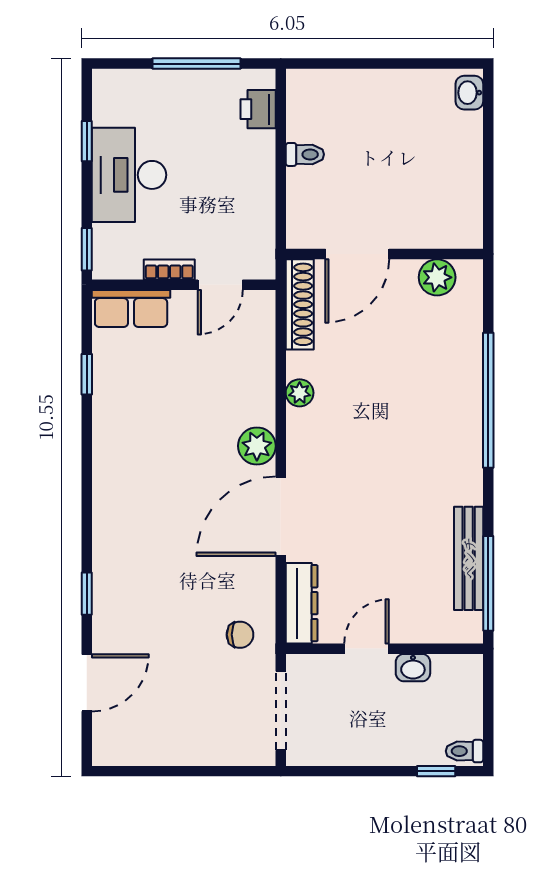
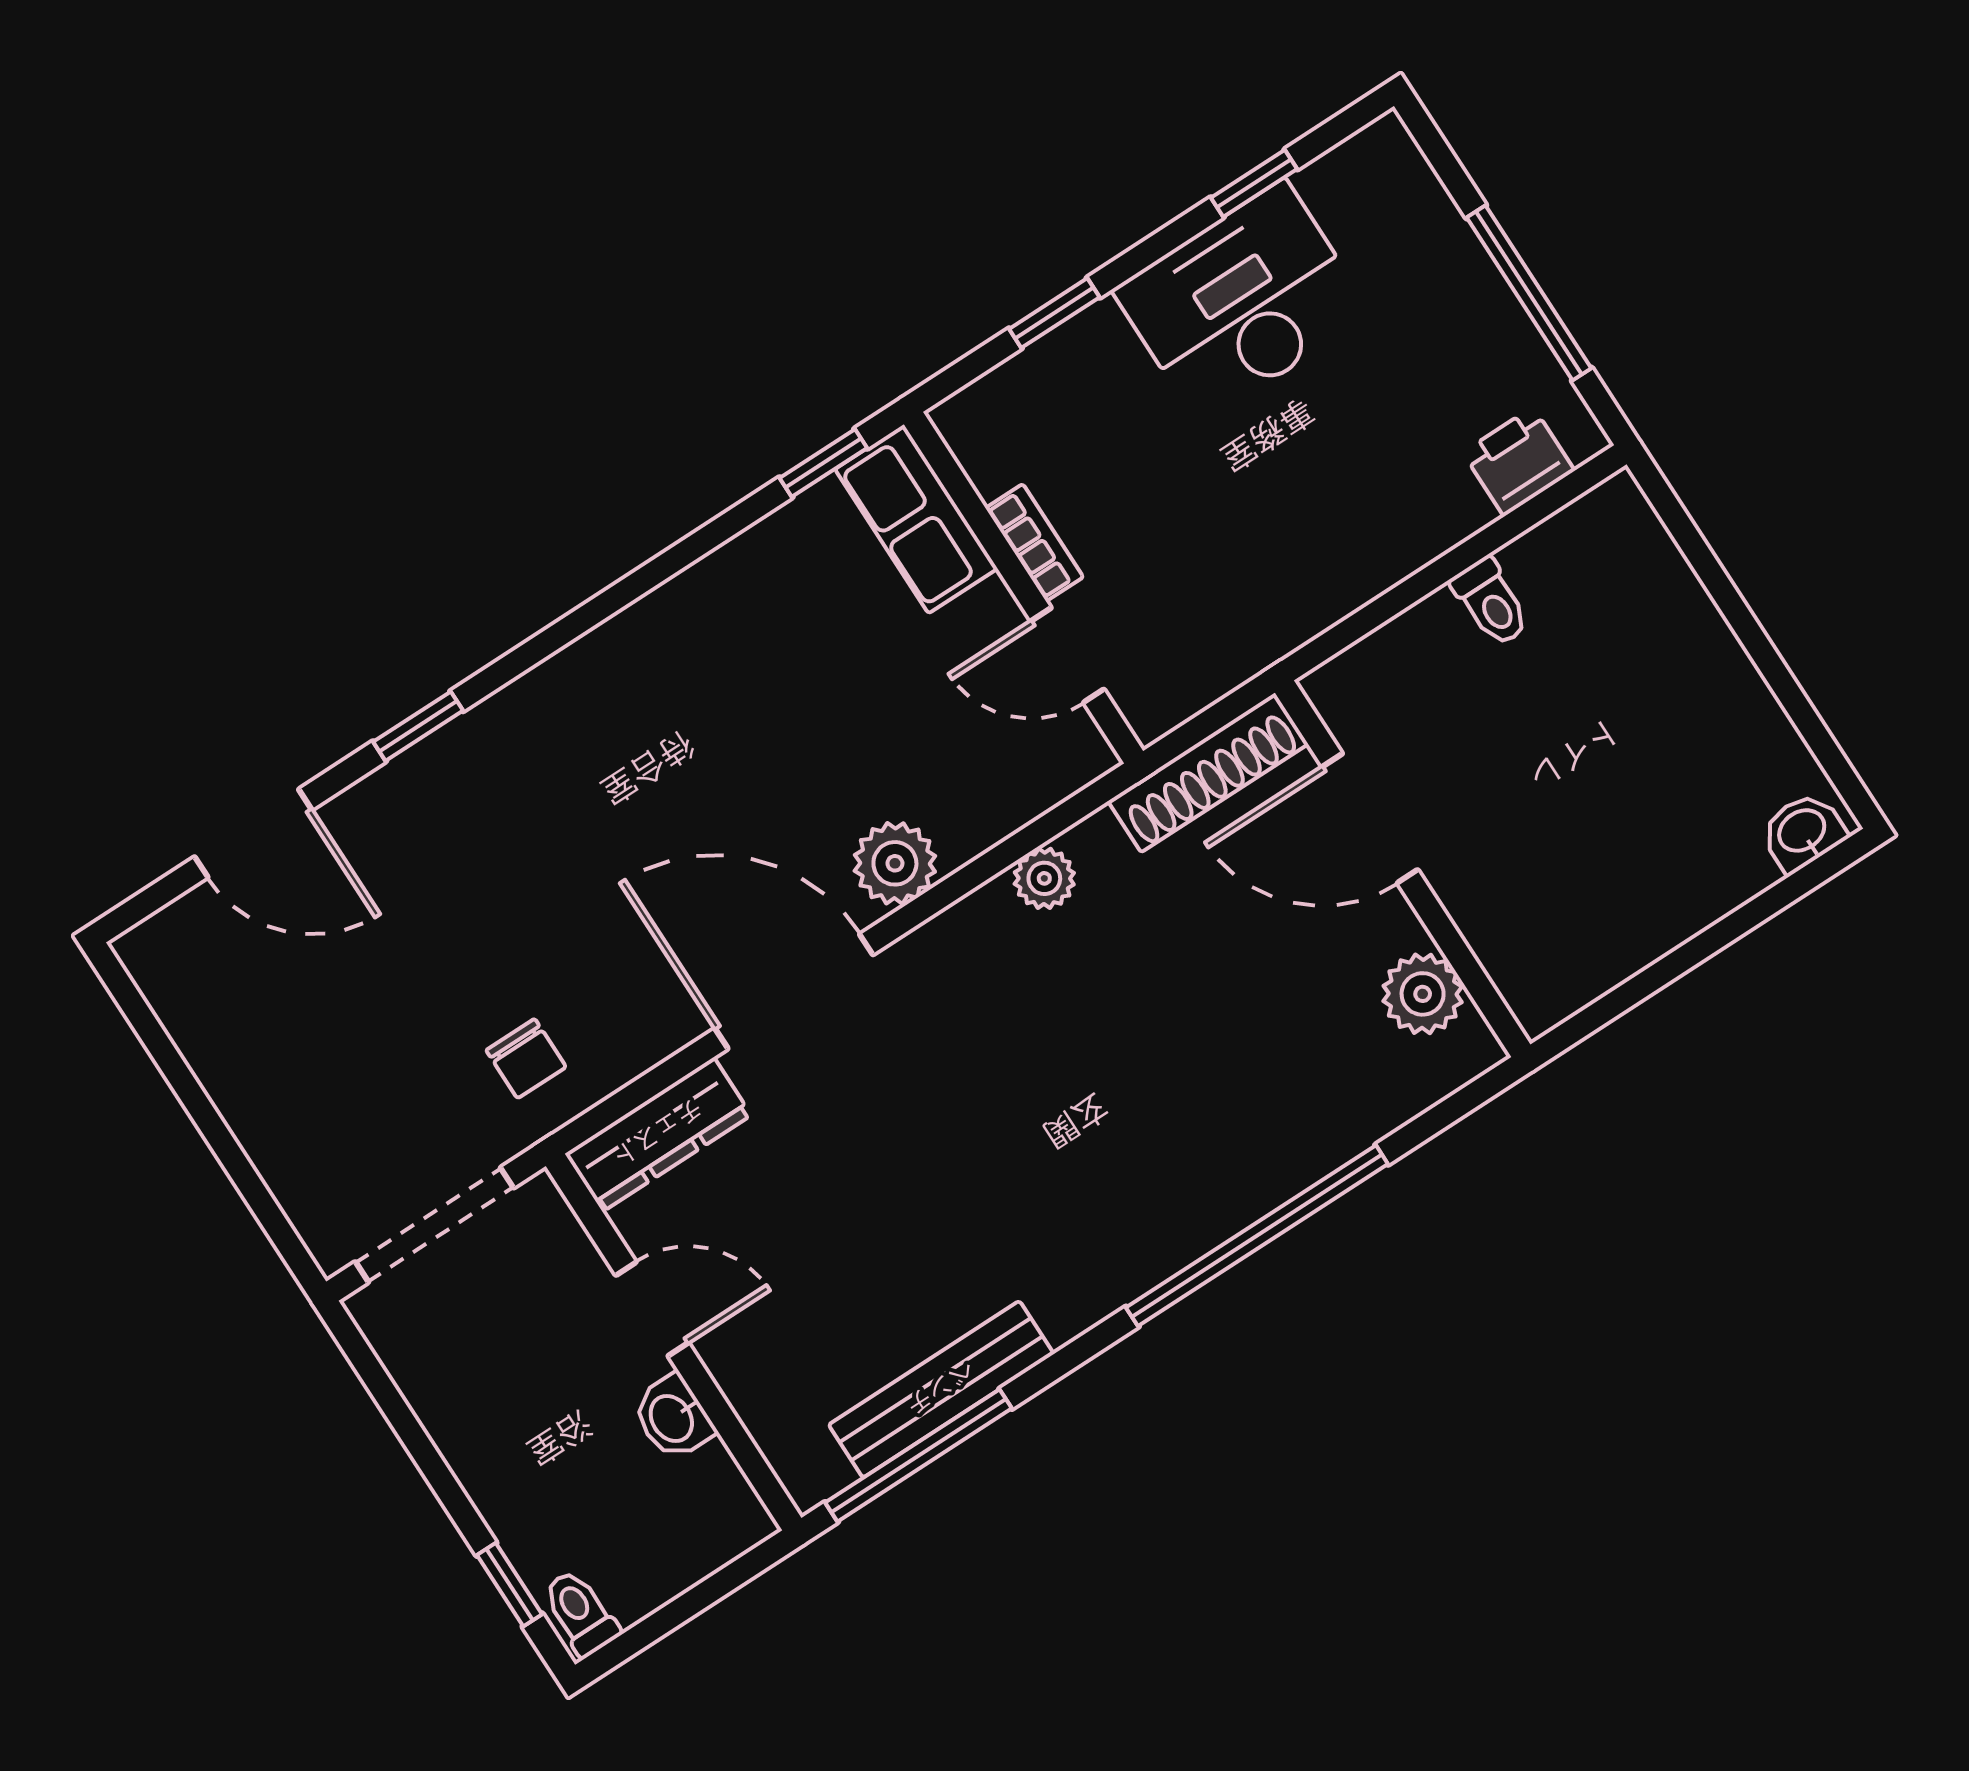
bookcase: (169, 269) -> (1034, 543), moved
wall: (184, 285) -> (1024, 588), moved
door: (220, 285) -> (1067, 655), moved
row of seats: (131, 308) -> (916, 519), moved

